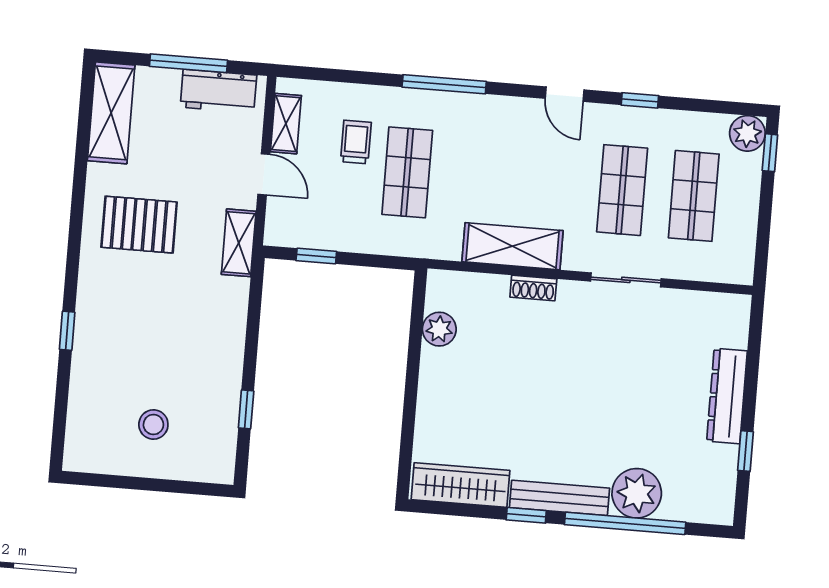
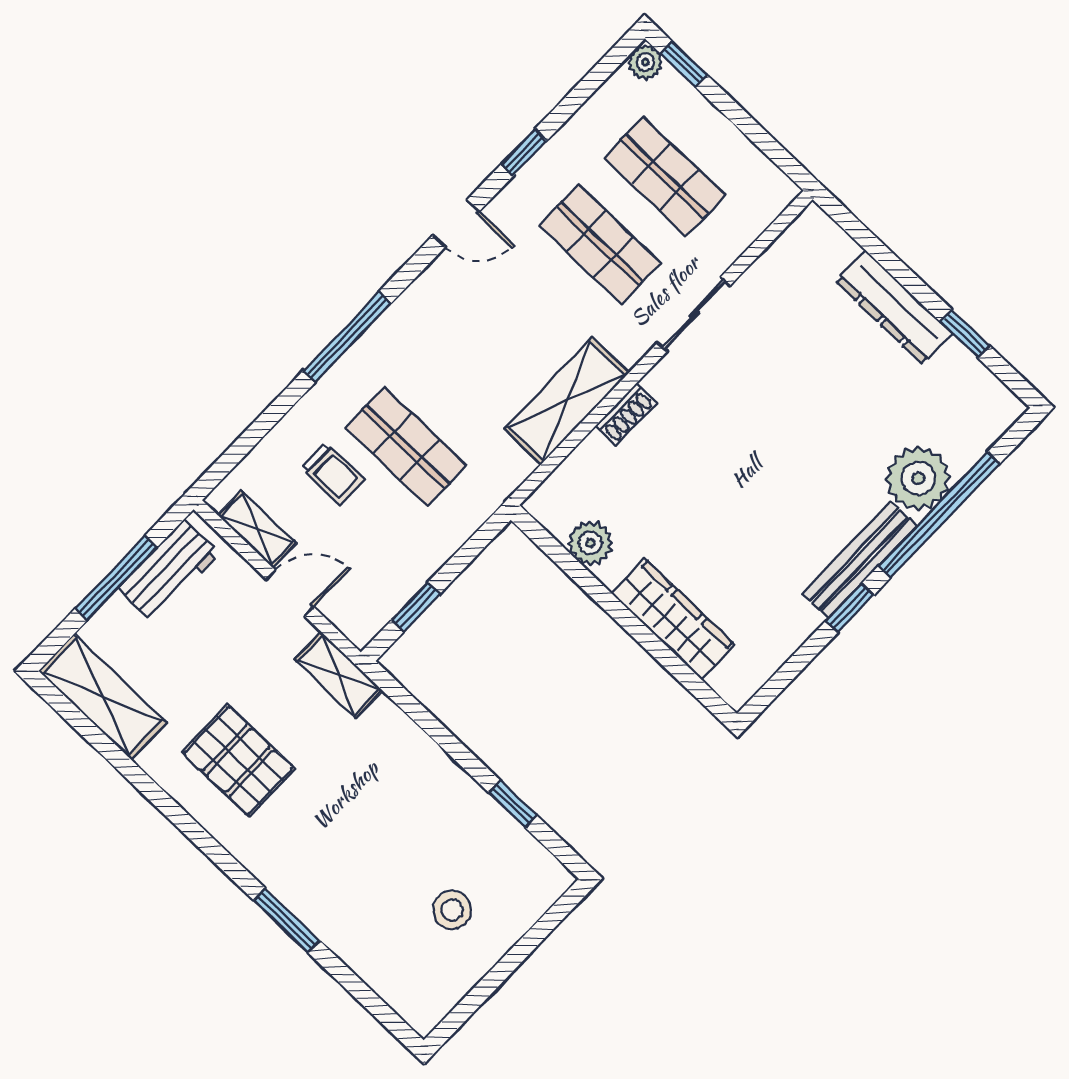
plant: (747, 133) -> (645, 62), width x0.73, depth x0.73
trolley: (356, 142) -> (333, 474), turned 180
pallet: (139, 225) -> (238, 760), turned 90
window: (67, 331) -> (287, 920), width x1.50
wardrobe: (461, 485) -> (673, 619), moved, turned 90

